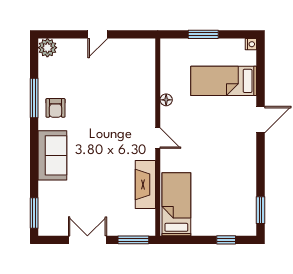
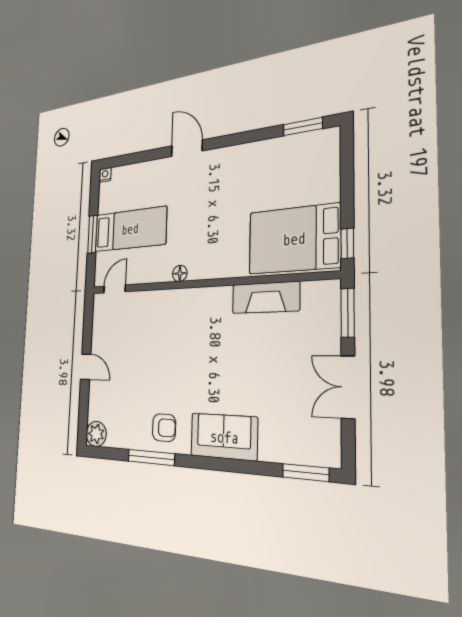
bed: (224, 81) -> (130, 229), moved, turned -90
floor lamp: (166, 100) -> (180, 273), moved
door: (158, 138) -> (115, 289), moved
bed: (176, 204) -> (294, 239), width x1.50
window: (226, 240) -> (347, 243), moved

